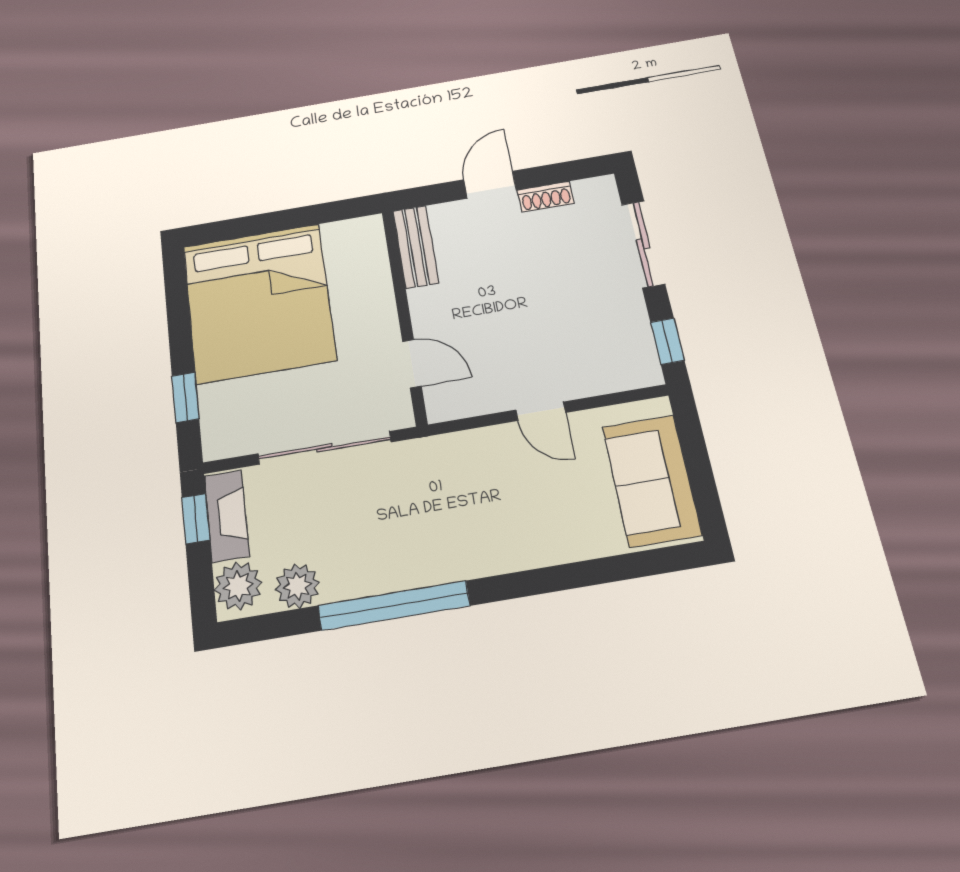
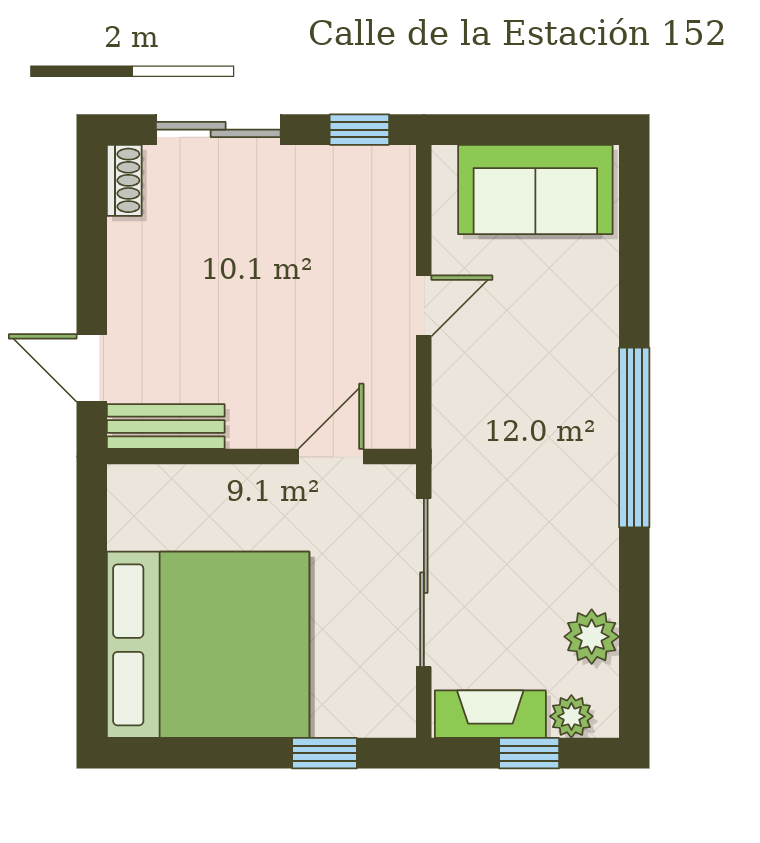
door: (490, 185) -> (92, 368), moved
shoe rack: (546, 197) -> (124, 180), moved
window: (196, 519) -> (529, 753), moved
plant: (238, 586) -> (571, 716), width x0.73, depth x0.73
window: (394, 606) -> (634, 438), moved

